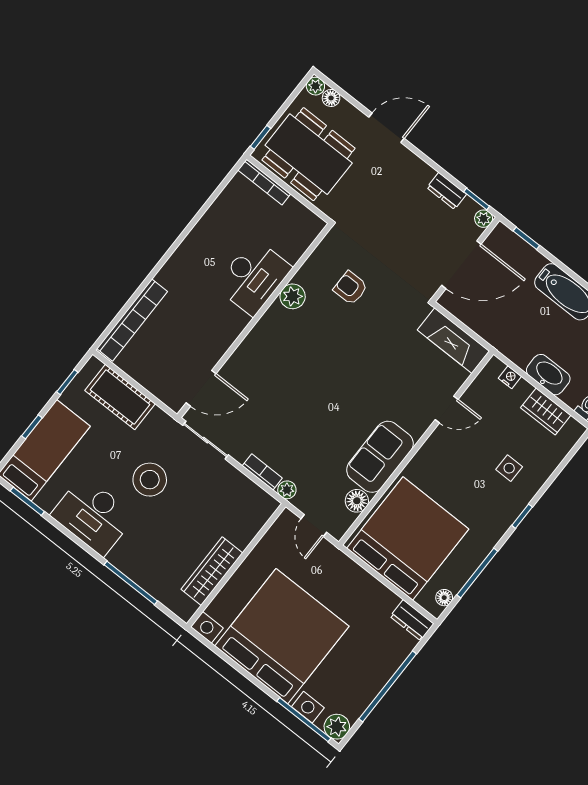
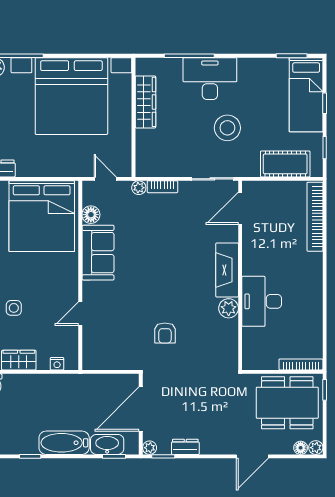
armchair: (351, 288) -> (165, 333), moved, turned 90
fireplace: (453, 341) -> (227, 270), moved, turned -90
washbasin: (548, 375) -> (107, 444), moved, turned 180
desk: (93, 516) -> (210, 79), moved

